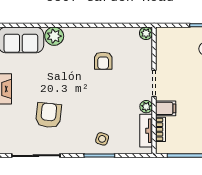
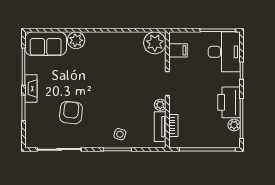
plant: (146, 33) -> (155, 43), width x1.87, depth x1.87
armchair: (103, 61) -> (121, 63), removed
filing cabinet: (166, 108) -> (178, 50), moved

